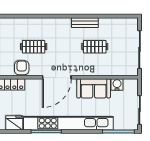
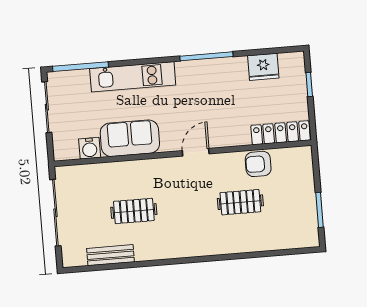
bench: (85, 23) -> (110, 255), moved
armchair: (22, 68) -> (258, 164), turned 90
door: (57, 77) -> (196, 152), width x0.53
kitchen unit: (68, 123) -> (133, 77), width x0.54

